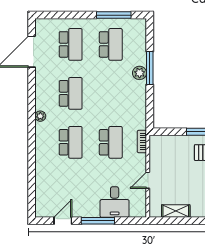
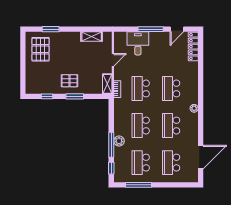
window: (150, 37) -> (111, 168), added
school desk: (111, 93) -> (141, 126), added
shelving: (155, 148) -> (107, 84), added
locker: (41, 198) -> (193, 47), added

